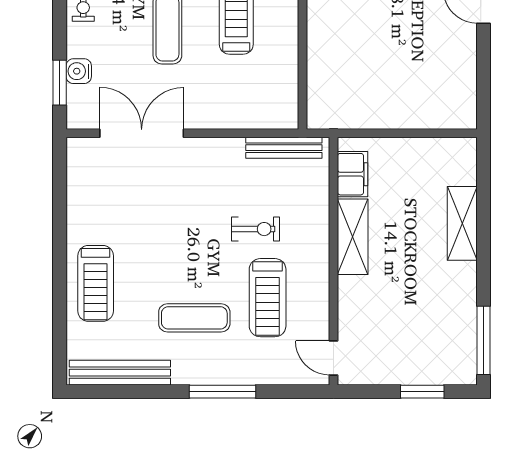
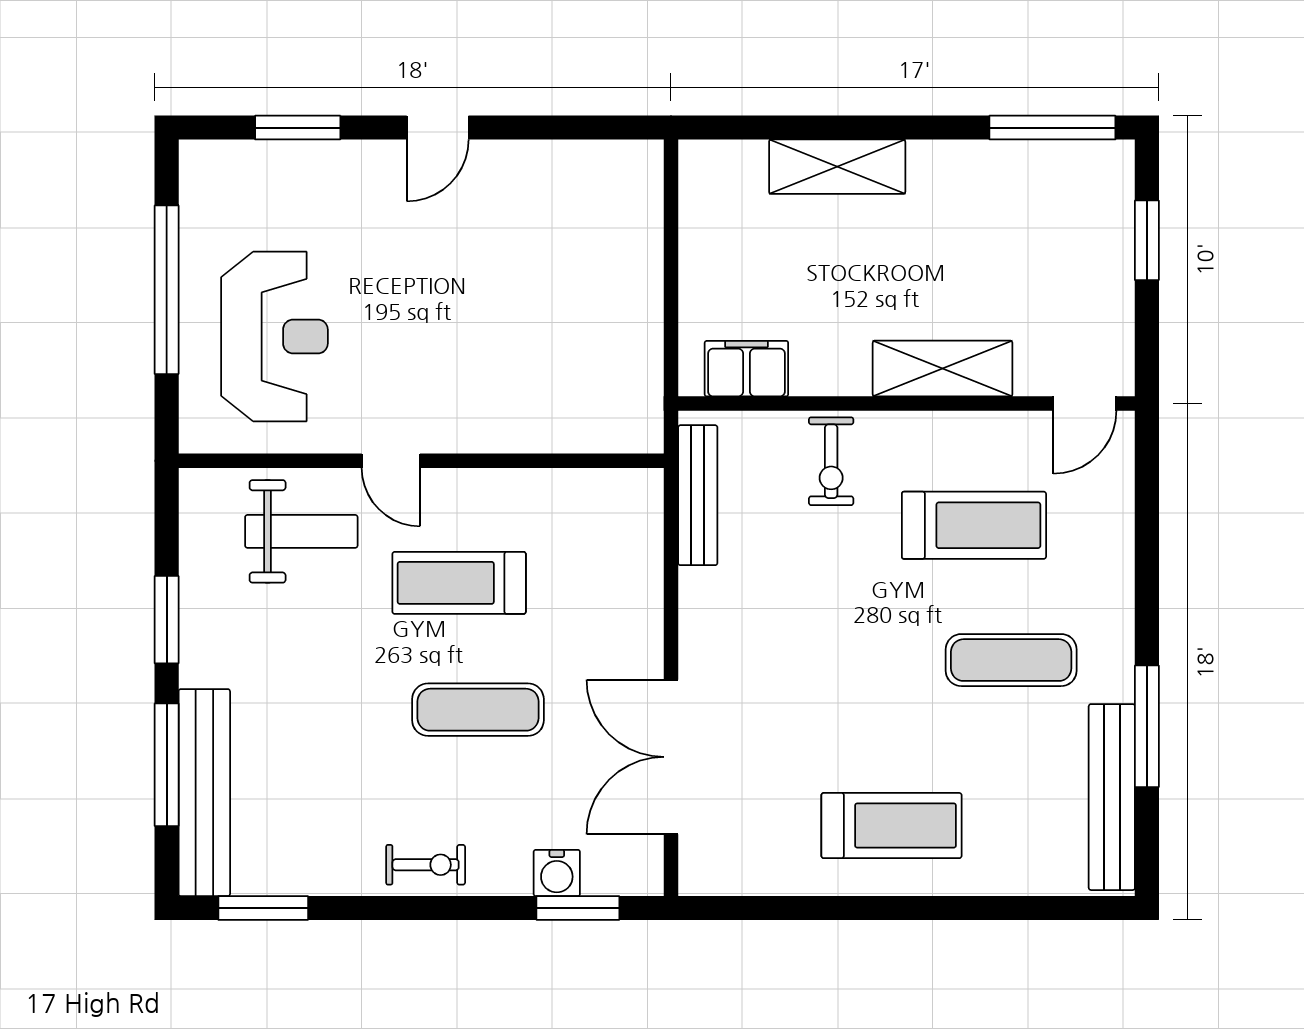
exercise bike: (256, 229) -> (831, 461), moved, turned 180
shelving: (353, 237) -> (943, 369), moved
treadmill: (96, 283) -> (891, 826), moved
exercise mat: (194, 318) -> (1011, 660), turned 90
window: (223, 392) -> (1147, 726), moved

